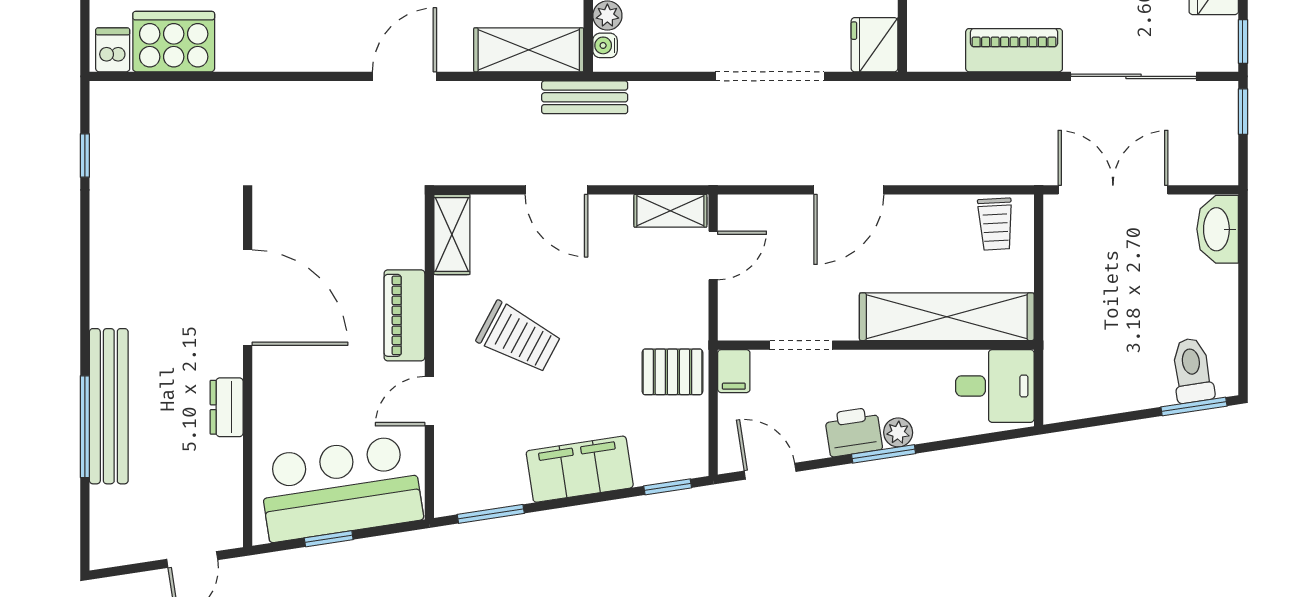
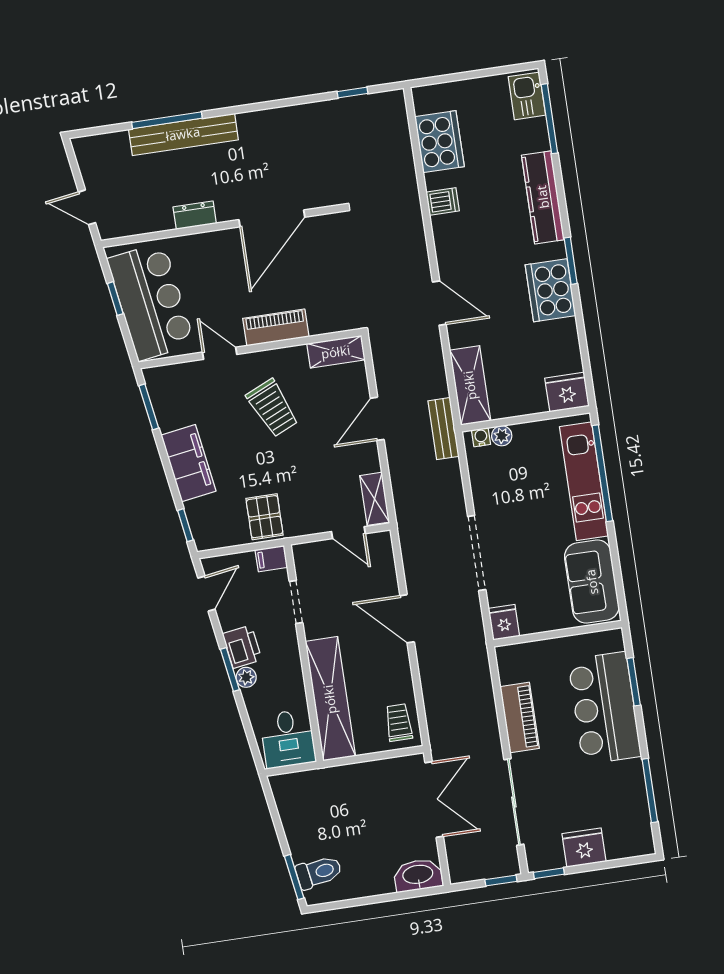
fridge: (874, 45) -> (504, 622), width x0.72
dishwasher: (113, 50) -> (443, 201), moved
trolley: (995, 224) -> (399, 723), turned 93
trolley: (519, 337) -> (272, 408), turned -52

